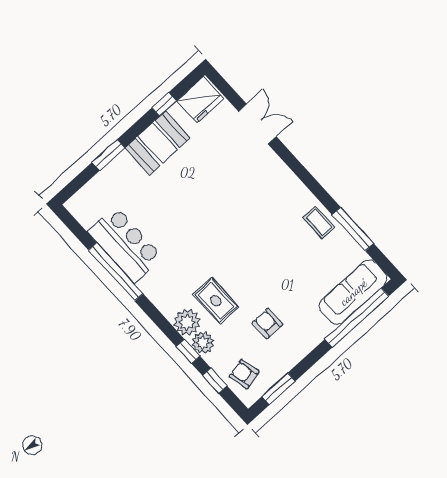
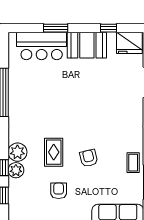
bar counter: (125, 244) -> (42, 46), moved, turned 90
rug: (216, 301) -> (54, 152), moved
armchair: (244, 374) -> (89, 158), moved

